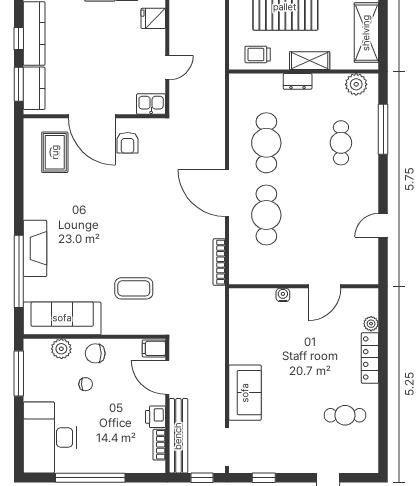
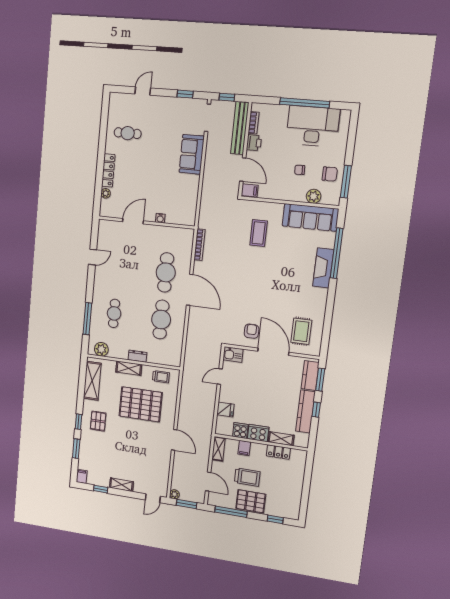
coffee table: (134, 288) -> (259, 233), turned 90
chair: (95, 353) -> (330, 174), moved
desk: (50, 438) -> (313, 126), moved, turned -90

